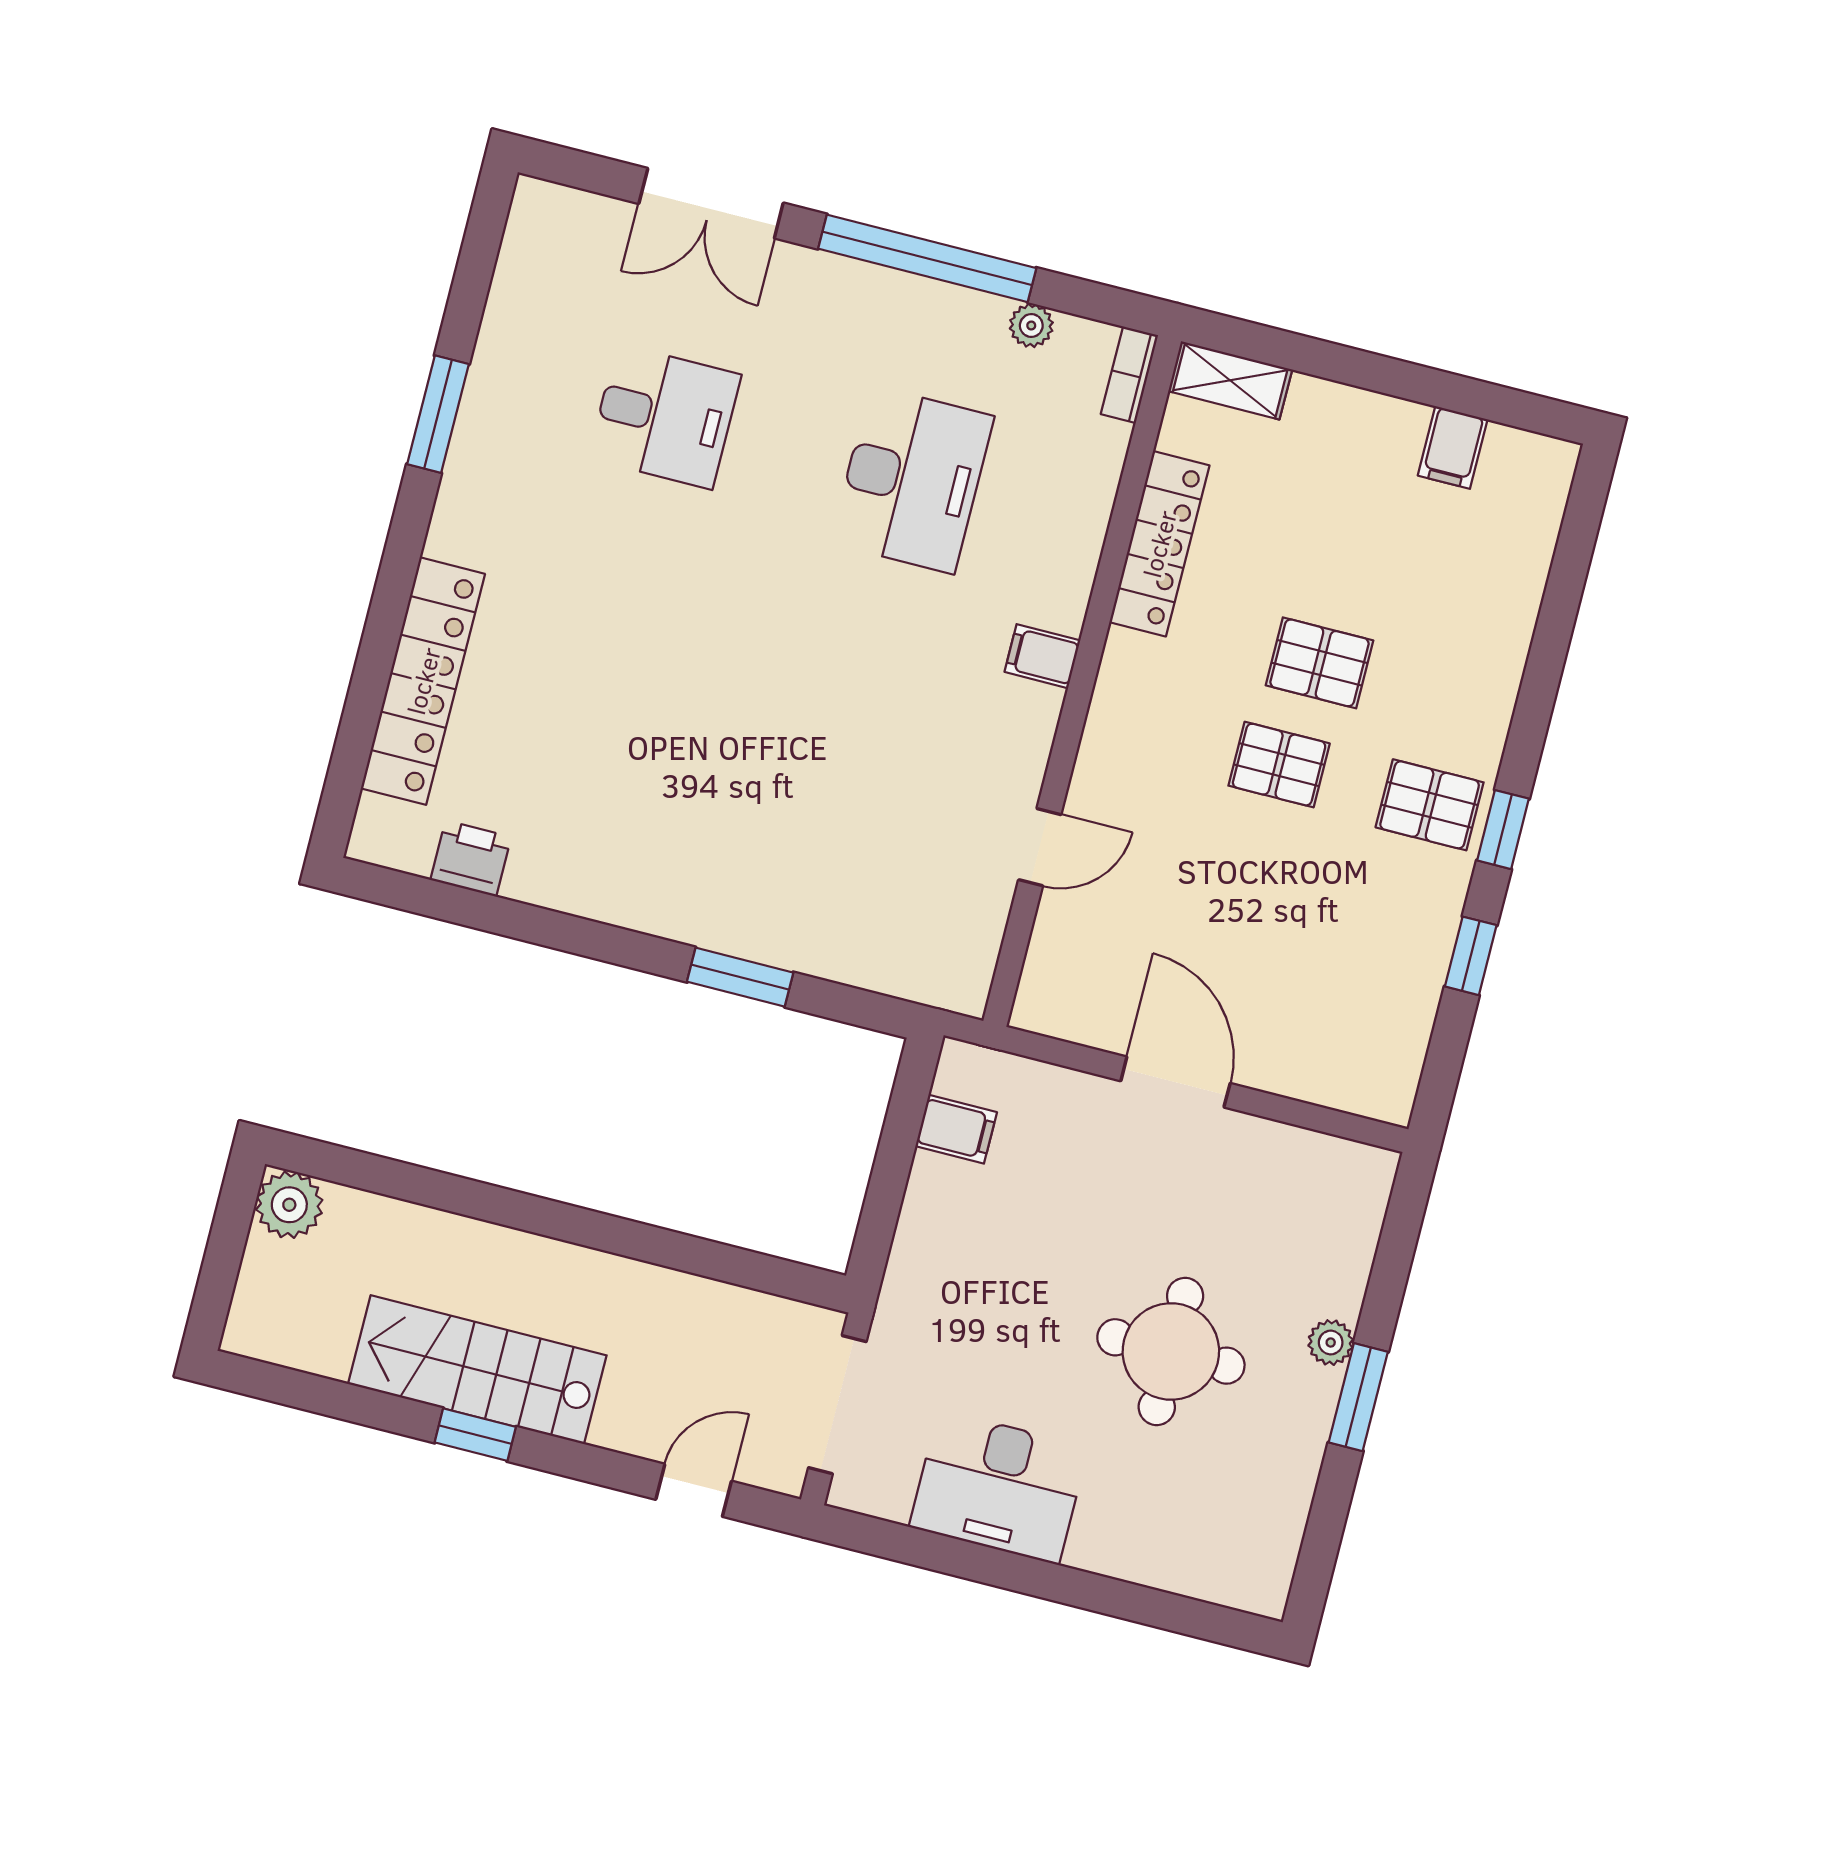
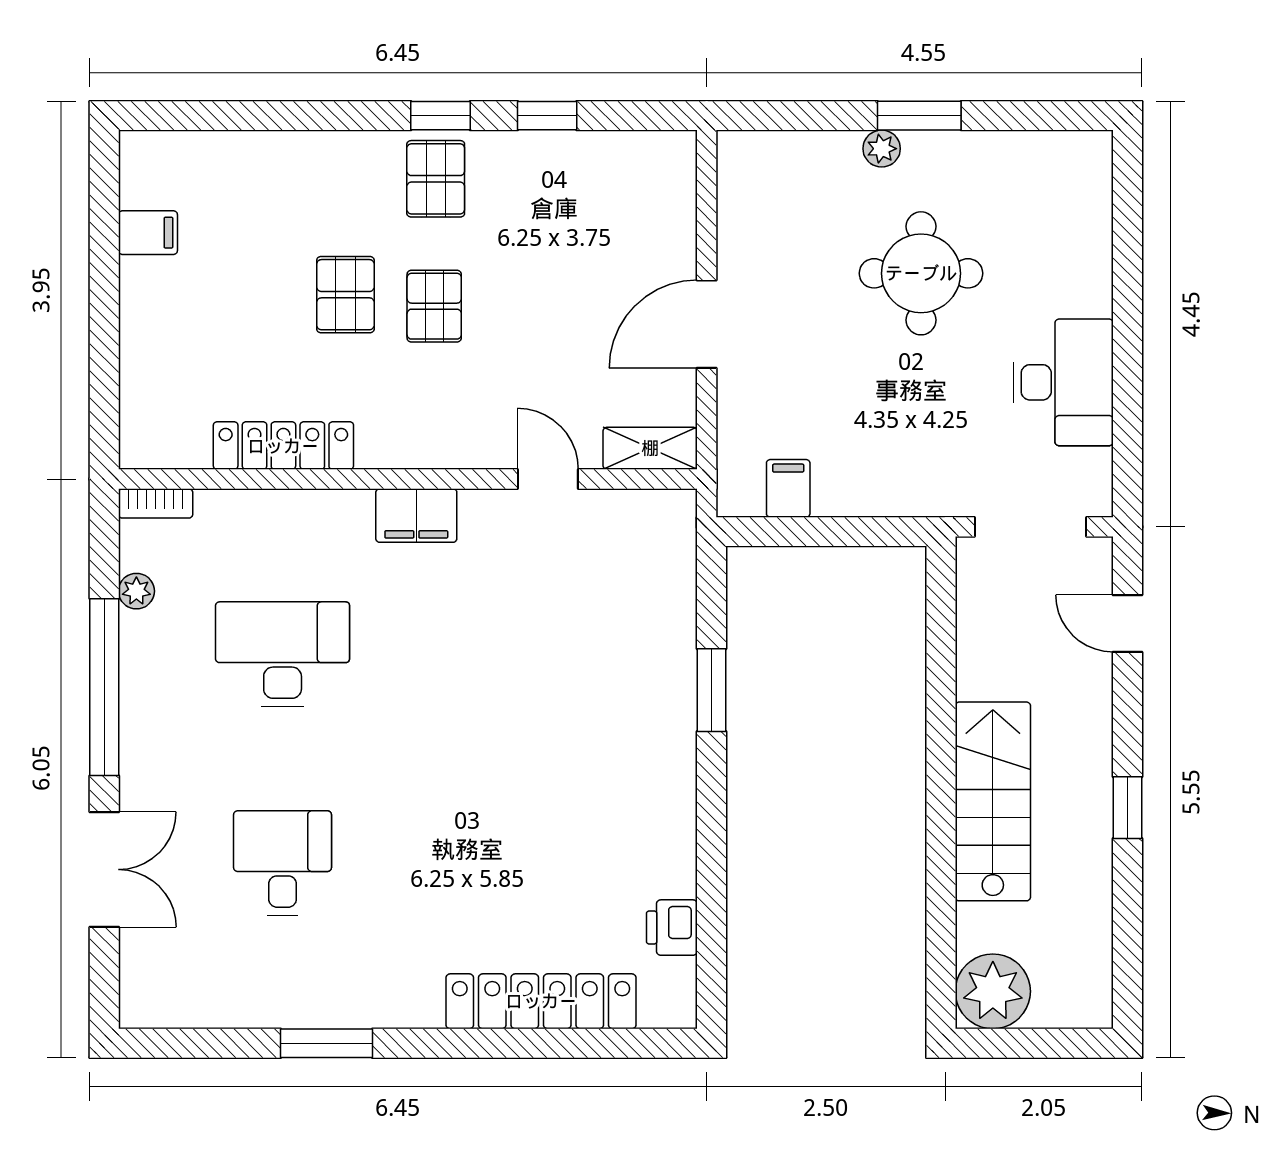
shelving: (1230, 380) -> (650, 448), moved, turned 90
filing cabinet: (1042, 656) -> (416, 516), width x2.00
plant: (289, 1205) -> (993, 991), width x1.36, depth x1.36
stairs: (477, 1370) -> (993, 801), moved, turned 180

